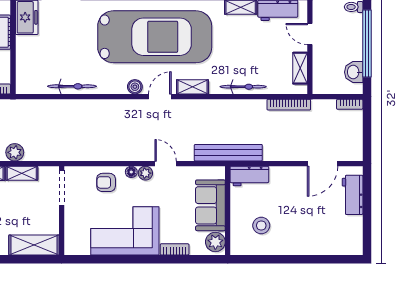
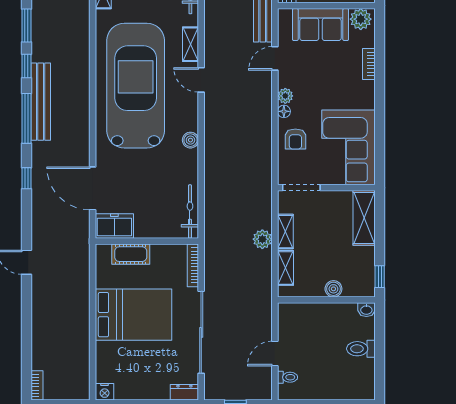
bicycle: (72, 86) -> (190, 212), moved
boiler: (135, 87) -> (190, 140), moved
door: (166, 164) -> (275, 58), moved
corner sofa: (125, 231) -> (348, 147), moved

